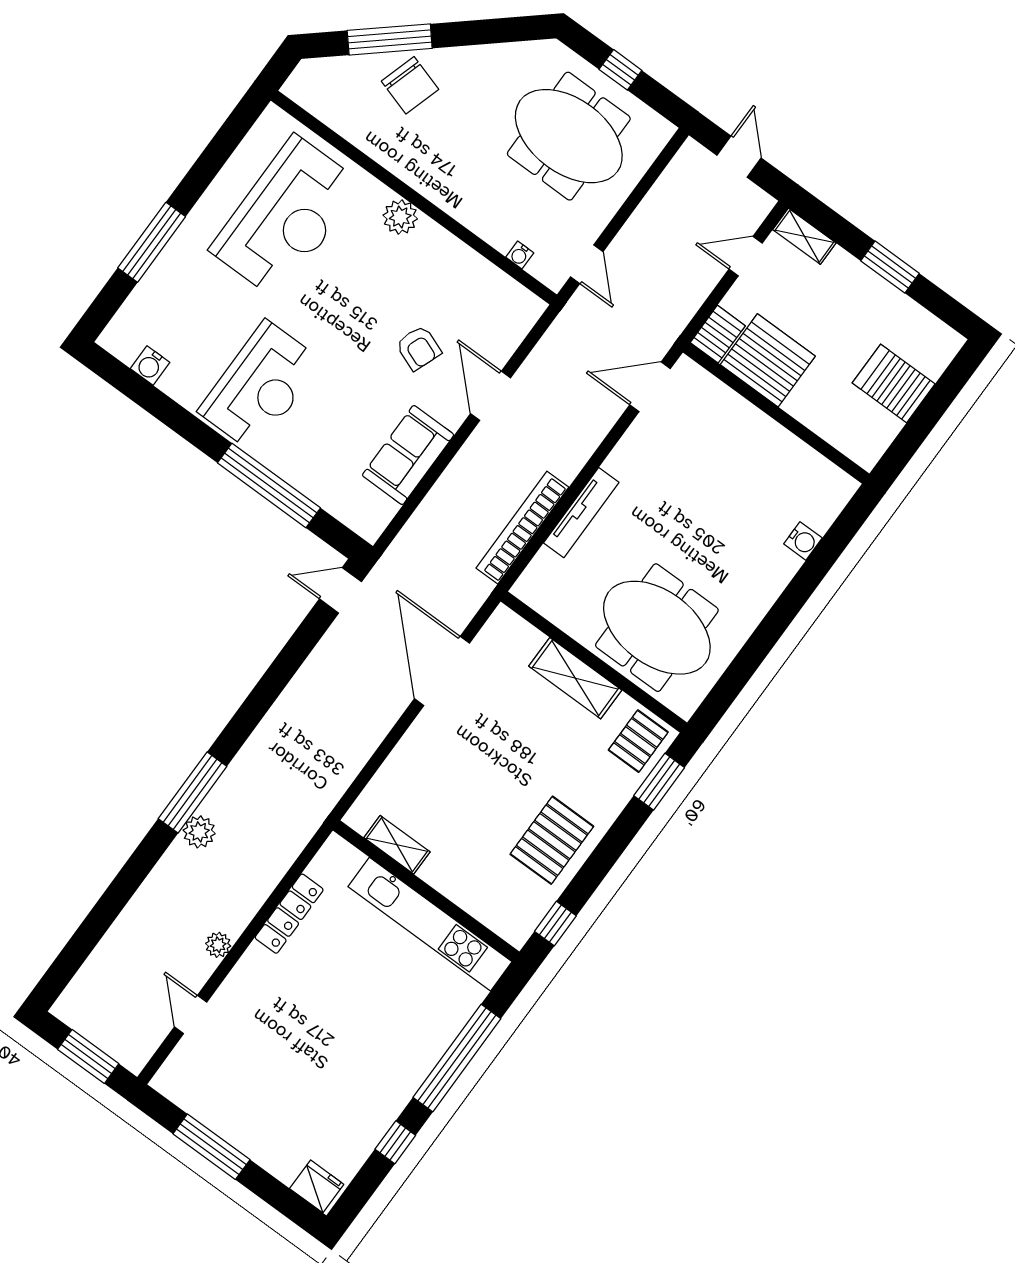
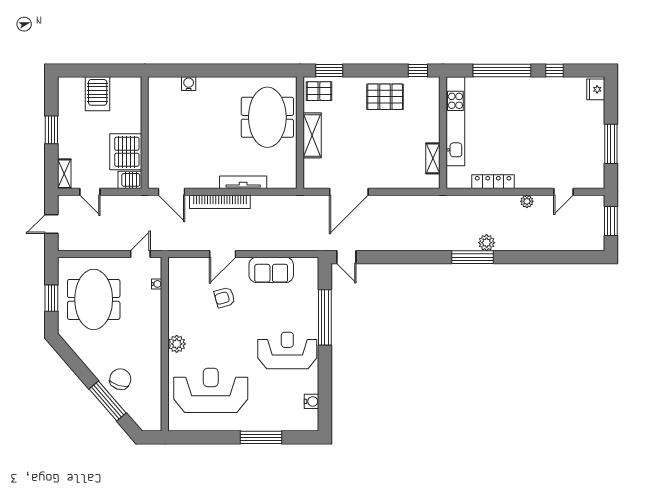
window: (620, 70) -> (51, 298), width x1.50
armchair: (419, 348) -> (225, 297), turned -127
bookcase: (522, 528) -> (220, 202), moved

